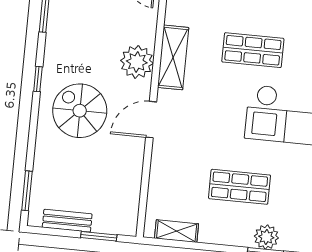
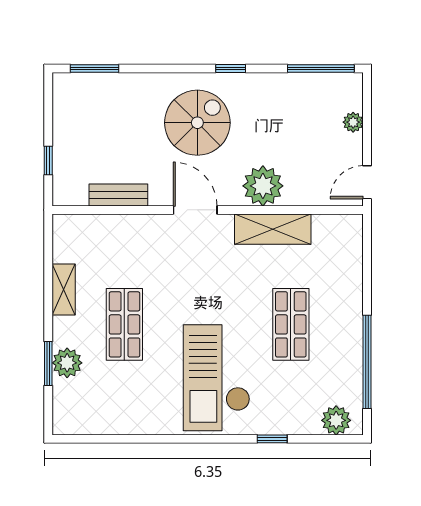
bench: (67, 221) -> (118, 195), moved, turned 90
shelving: (177, 231) -> (64, 289), moved
window: (99, 236) -> (48, 160), width x0.67

